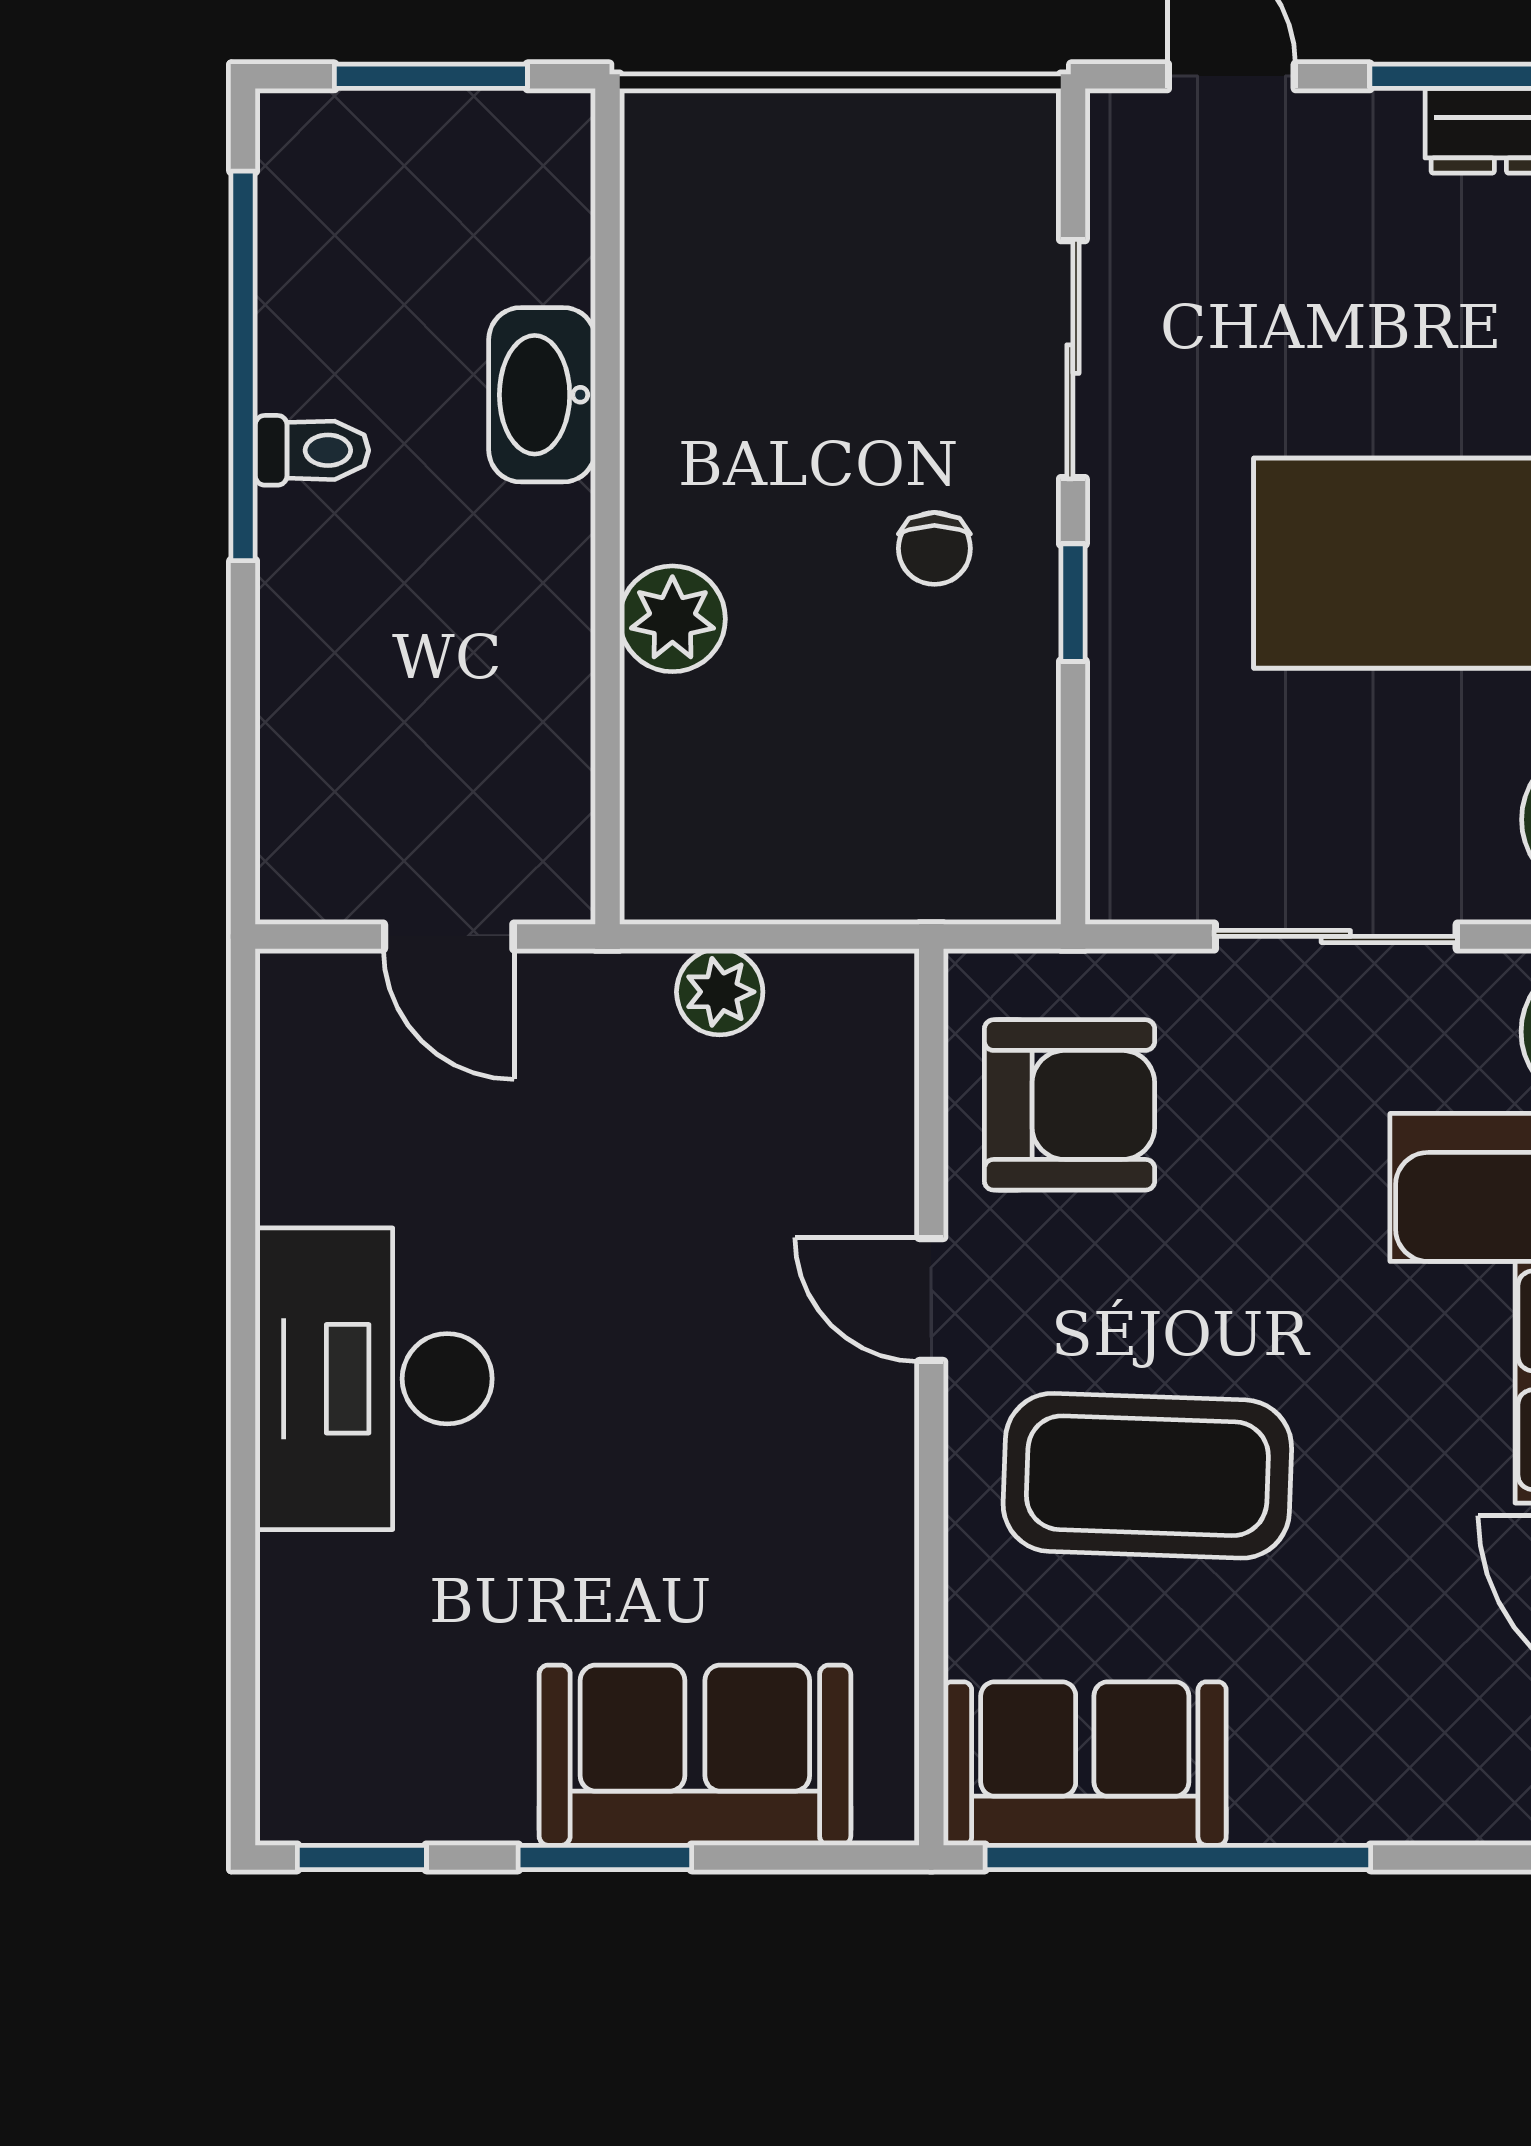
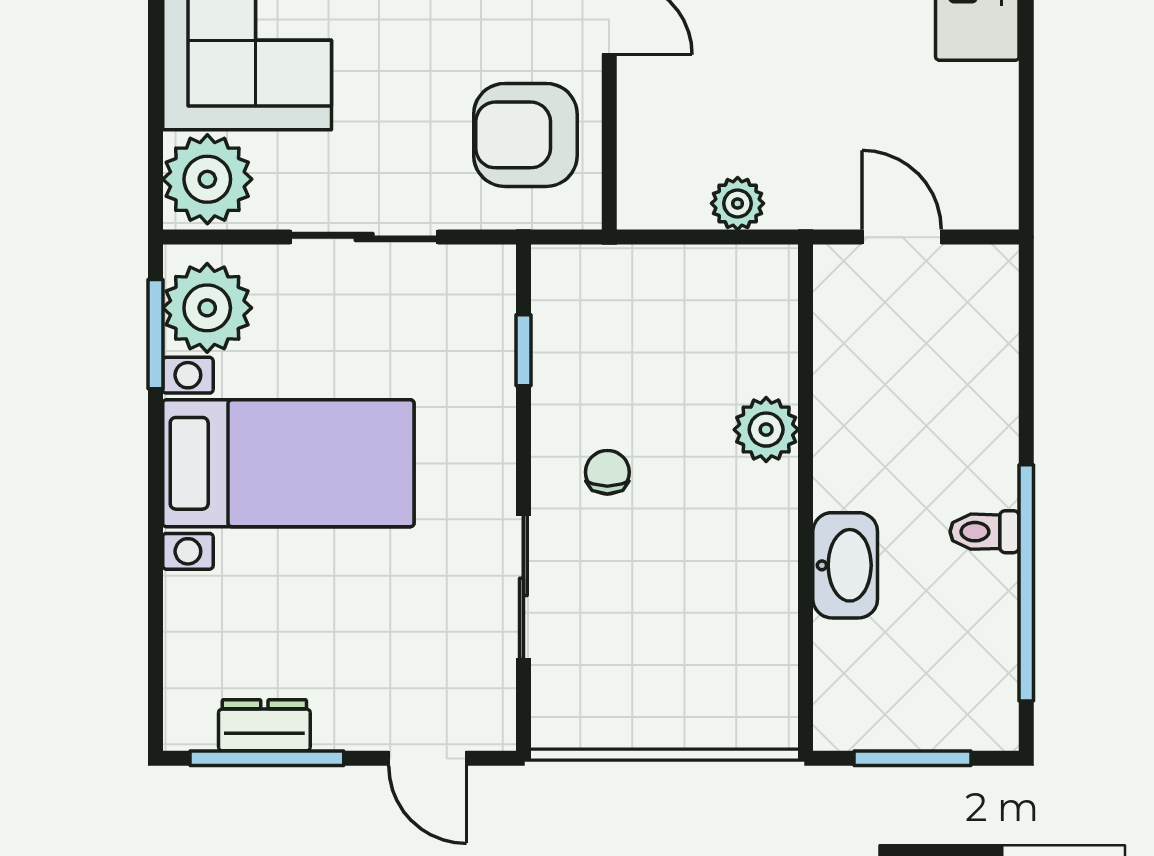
window: (1073, 603) -> (523, 350), moved

